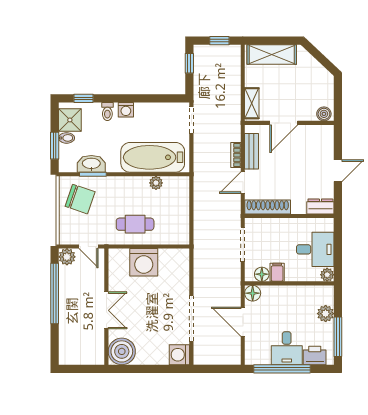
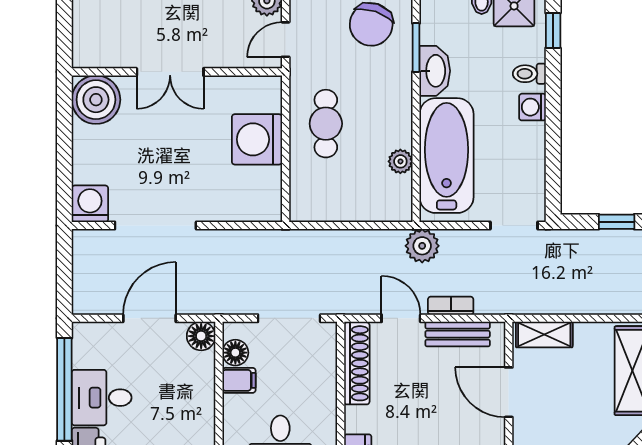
washbasin: (91, 164) -> (435, 71), moved
plant: (203, 171) -> (422, 246), added

